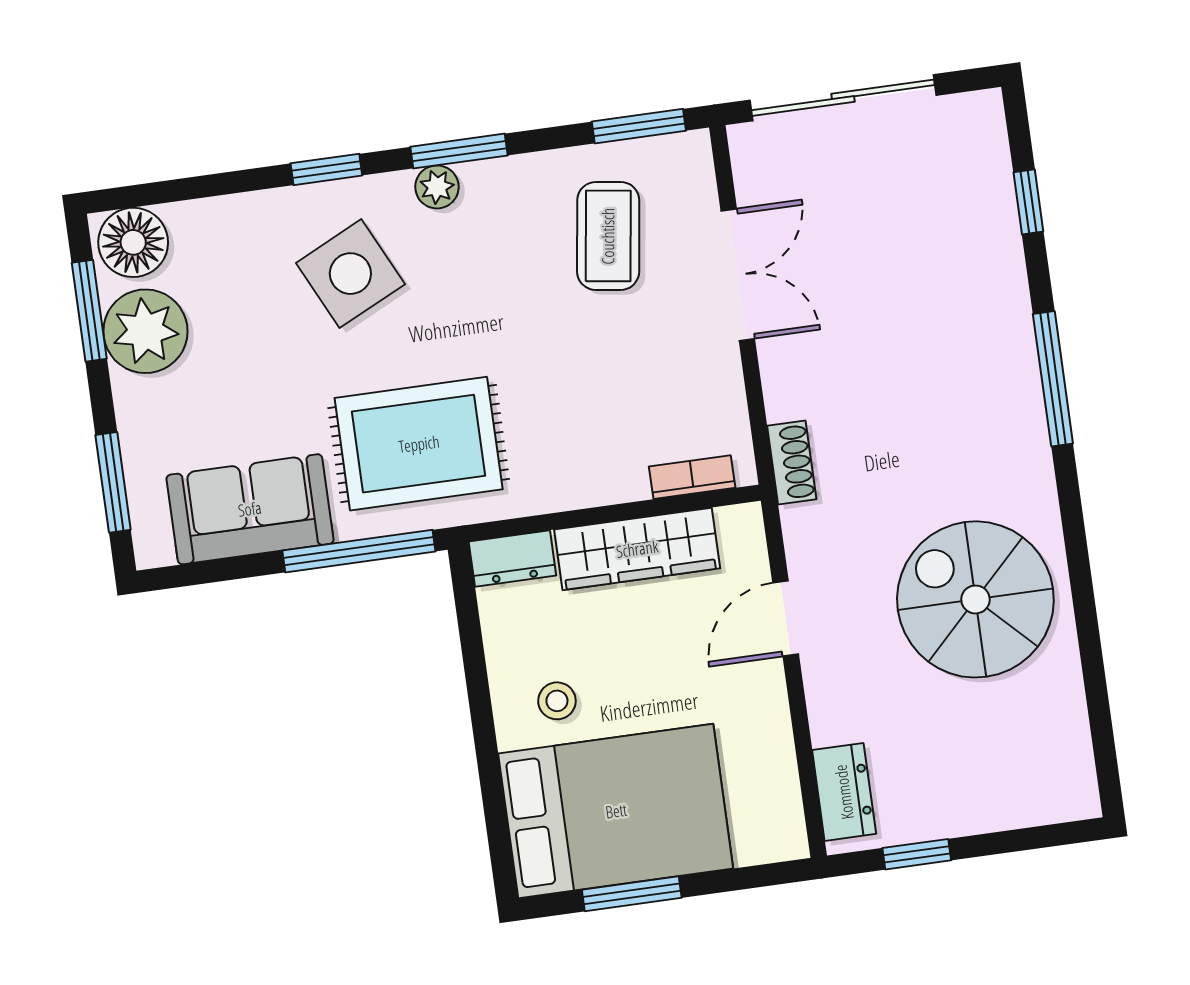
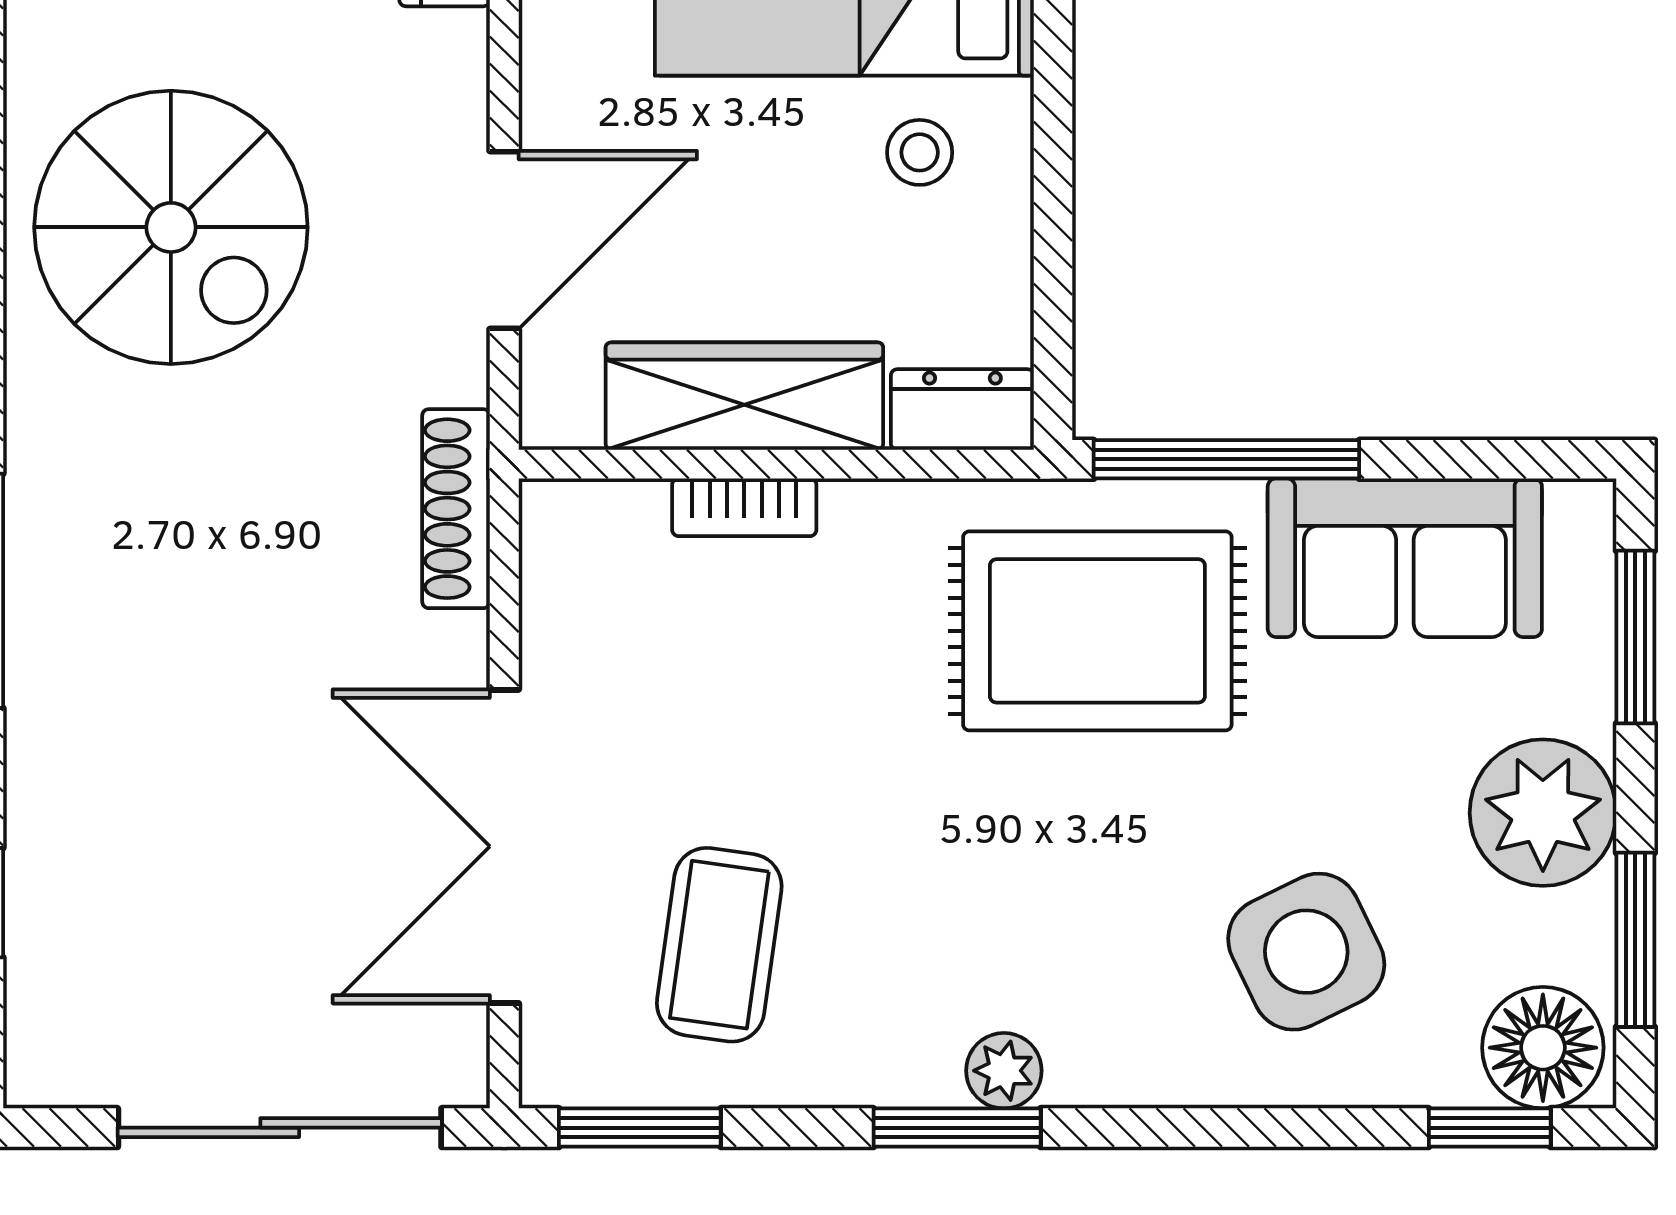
window: (326, 169) -> (1490, 1128), moved
side table: (350, 274) -> (1306, 952), moved
double door: (738, 275) -> (504, 846), width x1.37
plant: (145, 331) -> (1543, 813), moved
shoe rack: (792, 462) -> (456, 509), width x1.43
bookcase: (692, 477) -> (744, 507), moved
door: (786, 619) -> (504, 240), width x1.38

